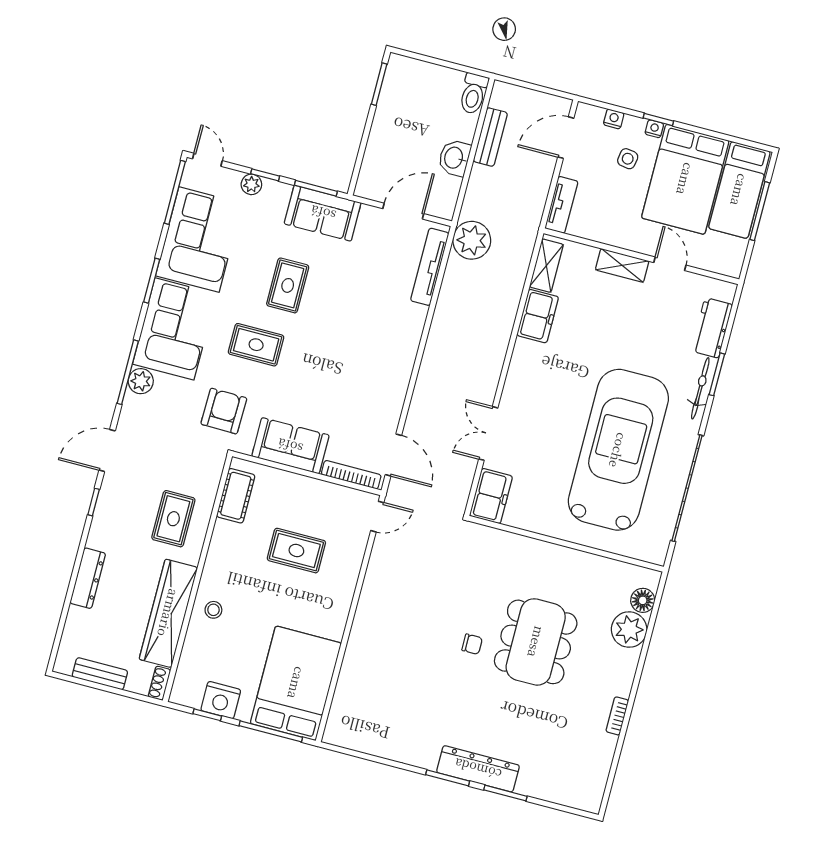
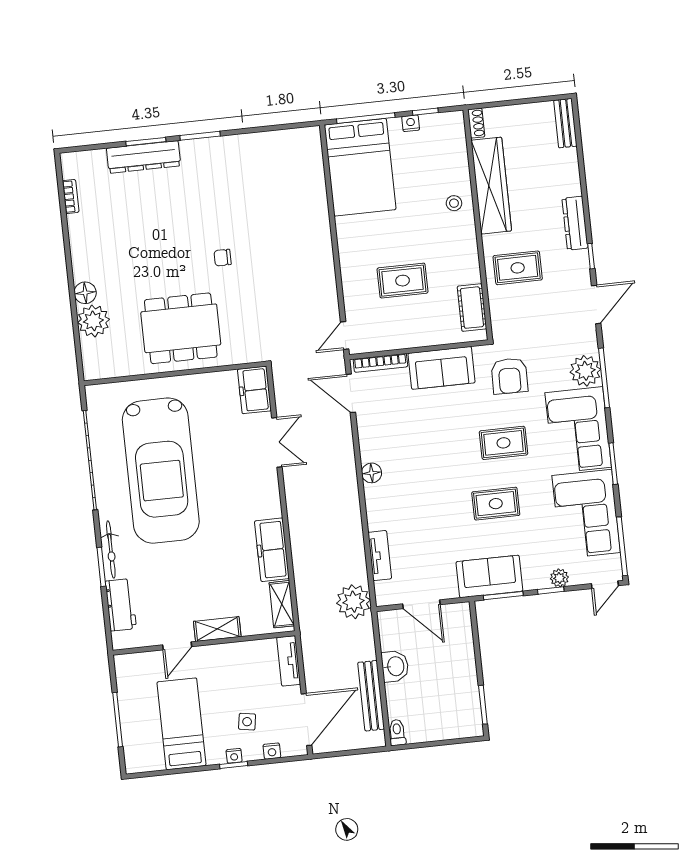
toilet: (474, 94) -> (397, 732), width x0.73, depth x0.72
bench: (490, 137) -> (371, 696), width x1.36
door: (566, 138) -> (307, 720), width x1.36
door: (207, 160) -> (605, 585), hinge flipped
bed: (685, 179) -> (181, 724), width x0.67
bed: (739, 190) -> (142, 731), removed
door: (403, 211) -> (421, 604), hinge flipped
door: (670, 264) -> (177, 646), hinge flipped
tv unit: (430, 267) -> (380, 556), width x0.71
rug: (288, 285) -> (496, 504), turned 90
freezer: (538, 316) -> (272, 550), width x1.40
floor lamp: (403, 365) -> (372, 473), added
plant: (141, 381) -> (585, 371), width x1.36, depth x1.36
rug: (173, 519) -> (518, 268), turned 90
dresser: (88, 578) -> (575, 223), moved
floor lamp: (643, 600) -> (85, 293), moved
dining table: (536, 642) -> (181, 328), moved, turned 90
bench: (100, 674) -> (565, 123), moved, turned 90
nightstand: (221, 700) -> (411, 123), width x0.53, depth x0.56
bookcase: (617, 716) -> (71, 197), moved
dresser: (478, 769) -> (144, 157), moved

